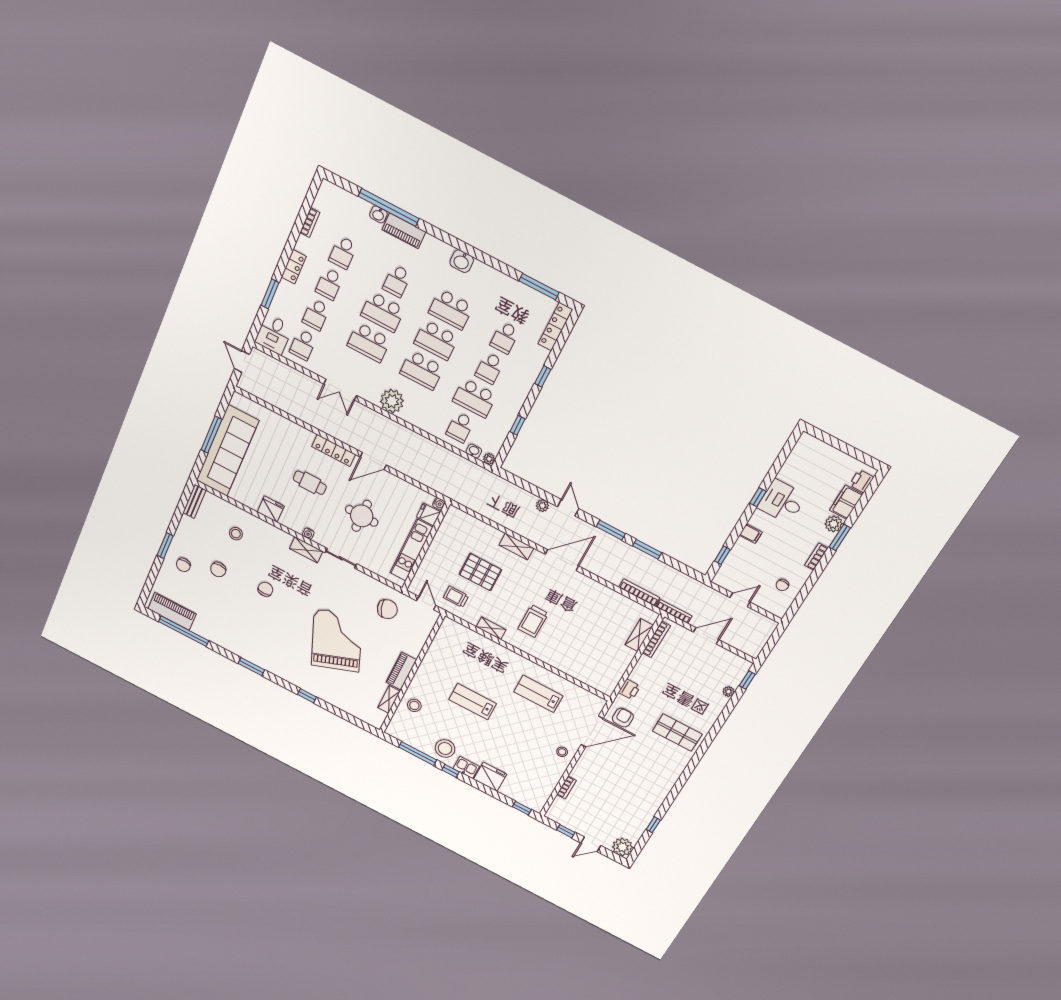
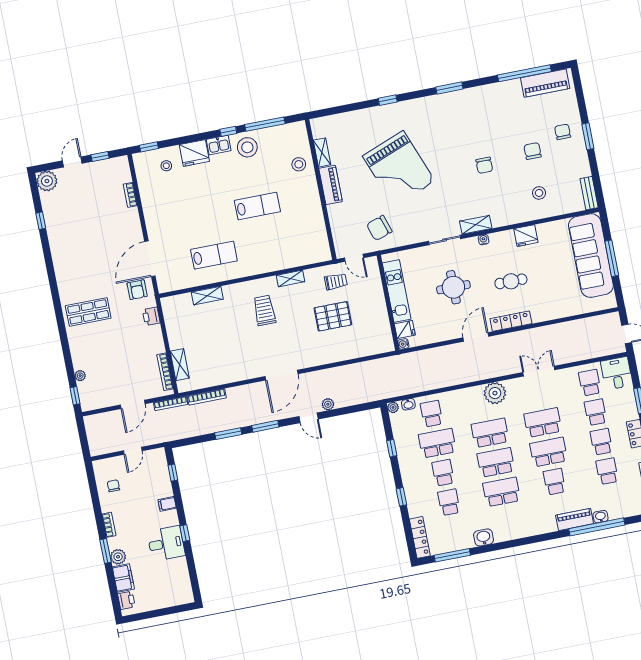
washbasin: (462, 261) -> (484, 537), moved
shelving: (516, 547) -> (207, 296), moved
stool: (562, 752) -> (166, 166), moved

